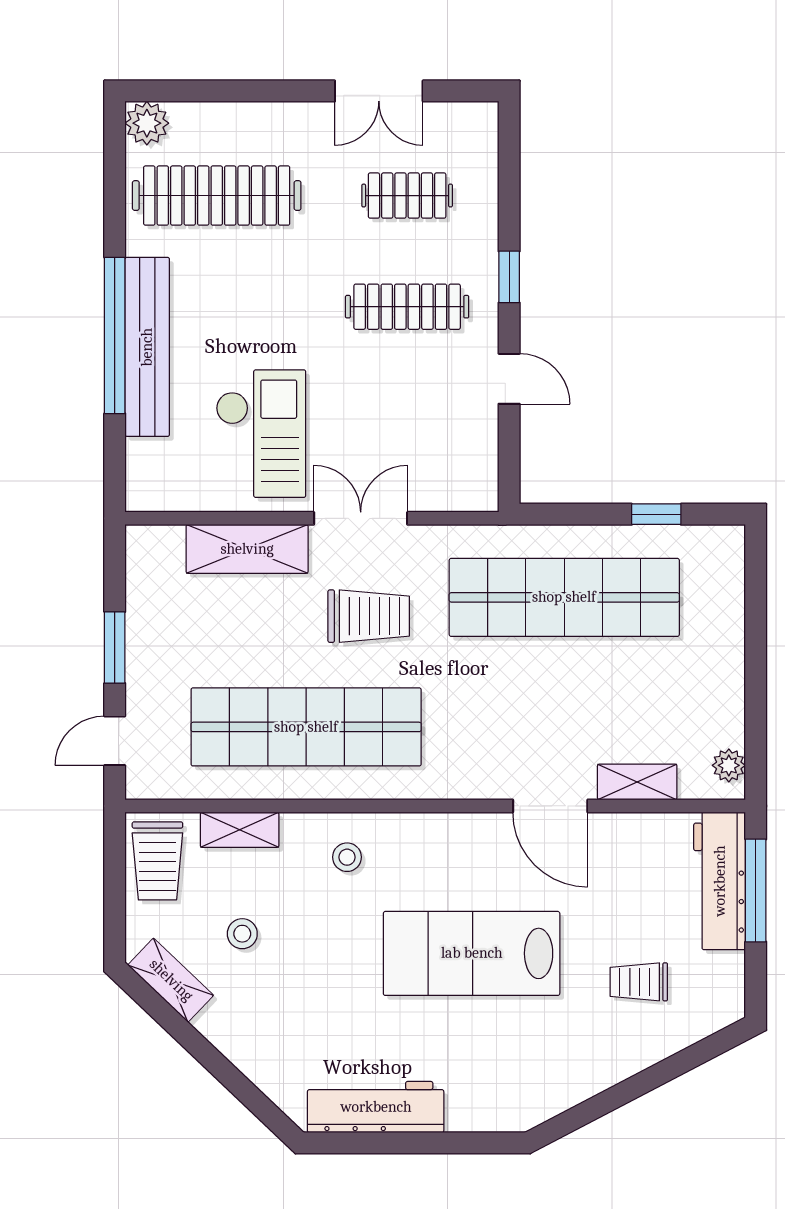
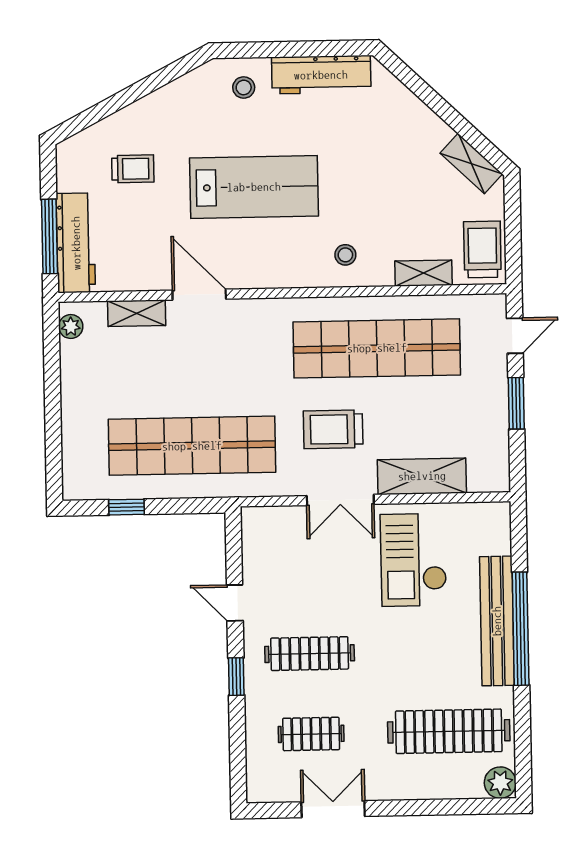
stool: (242, 934) -> (244, 87), moved

